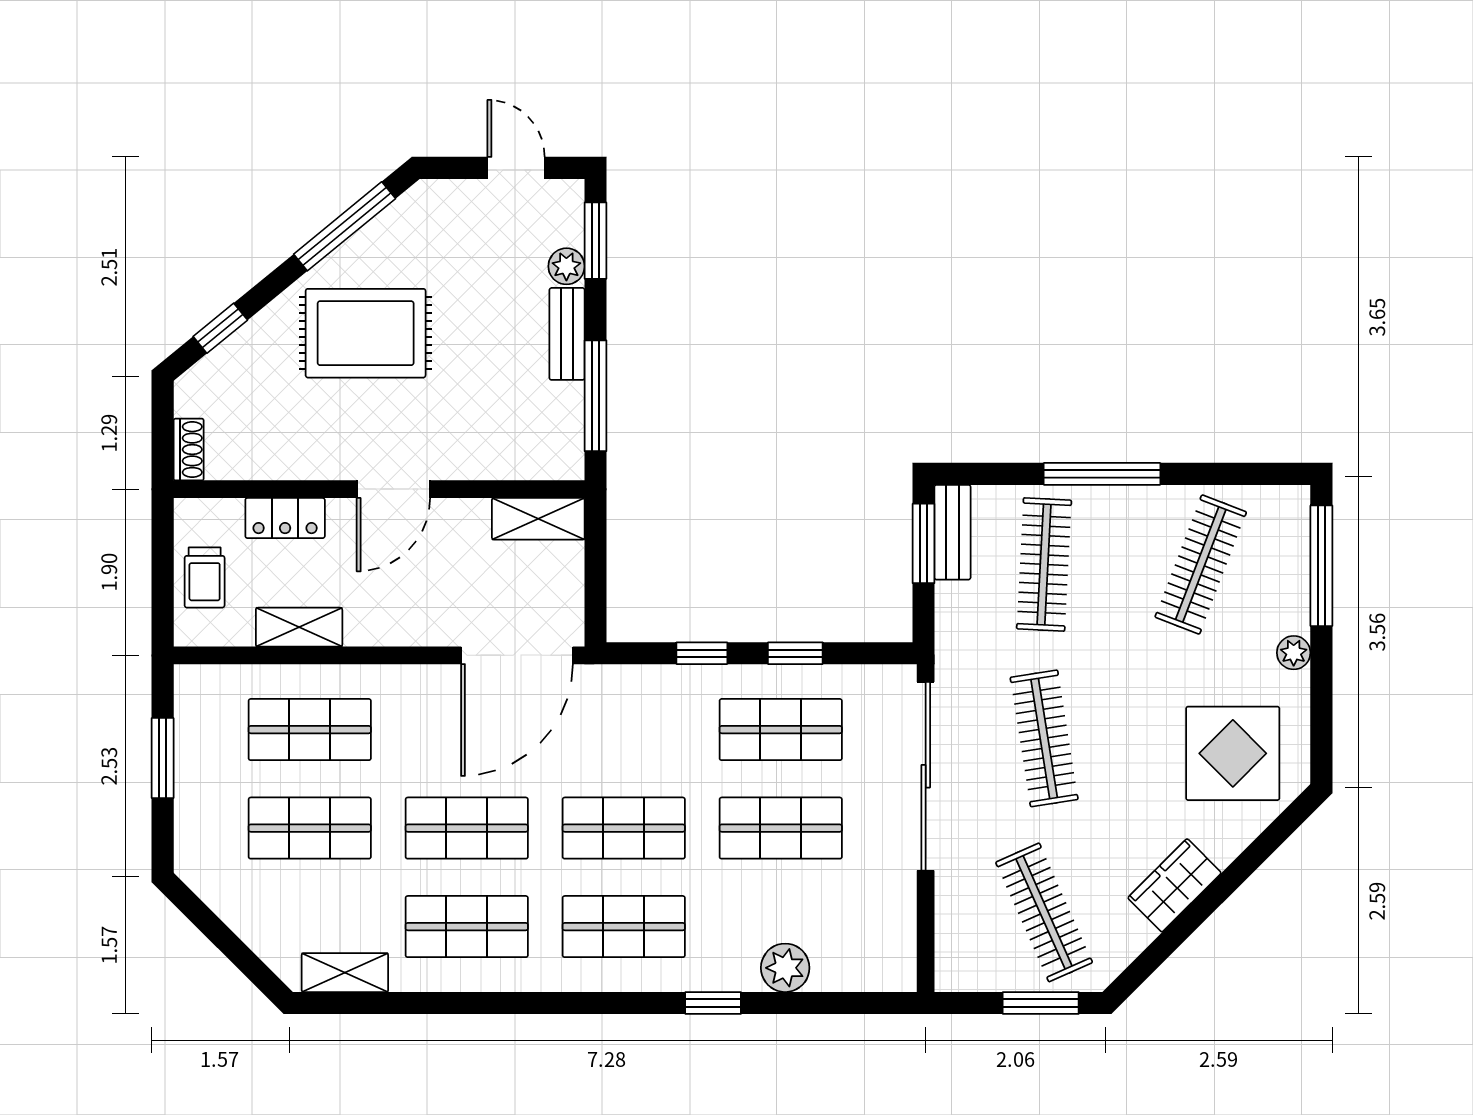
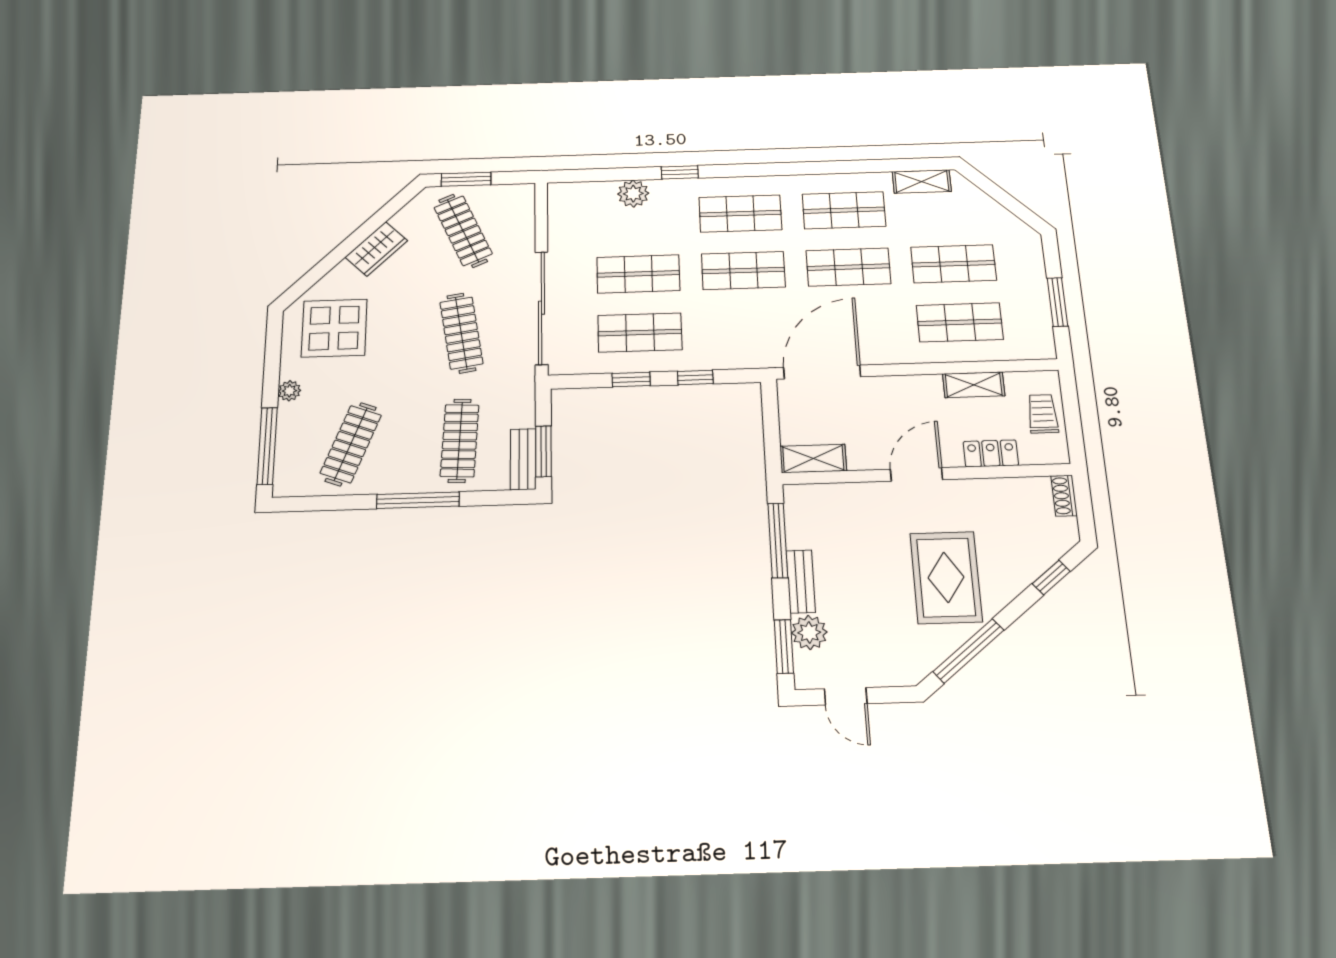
plant: (566, 266) -> (809, 633), width x1.38, depth x1.38
rug: (366, 333) -> (946, 577), turned 90

